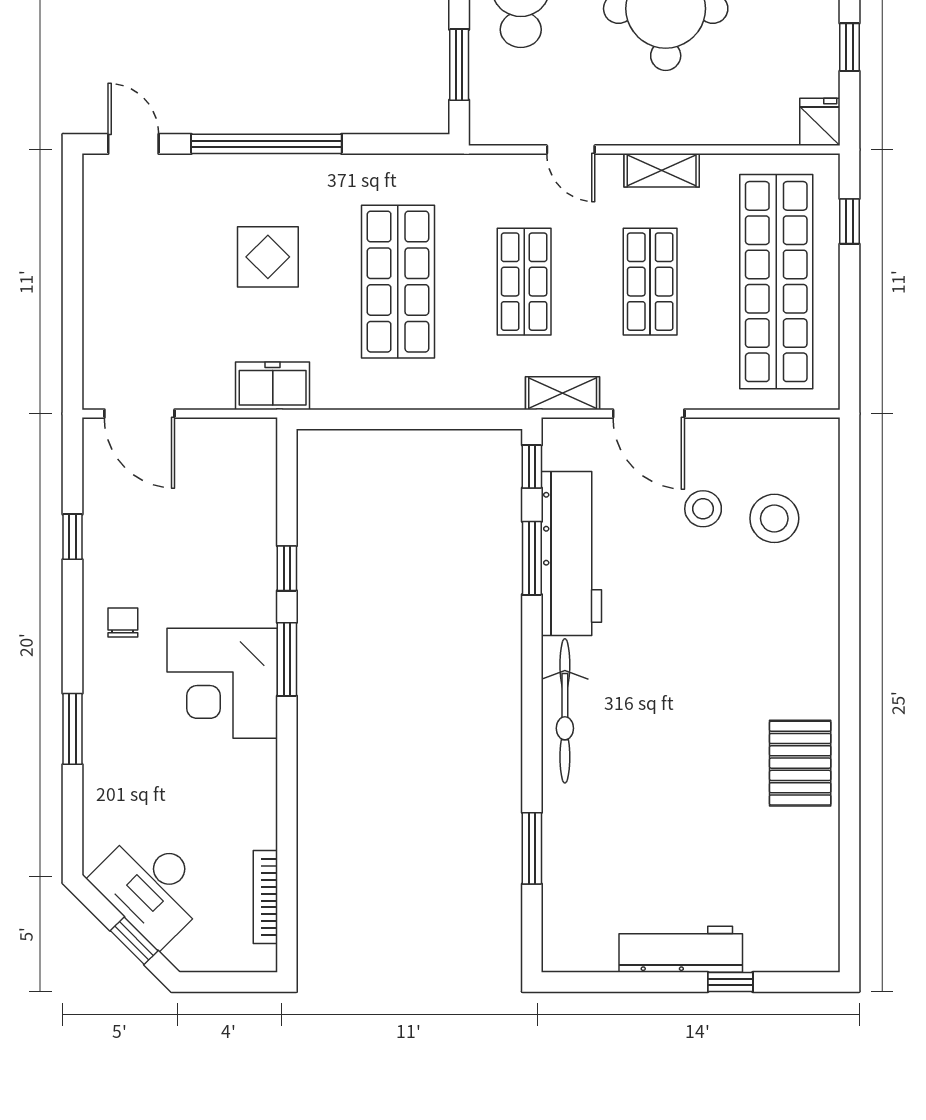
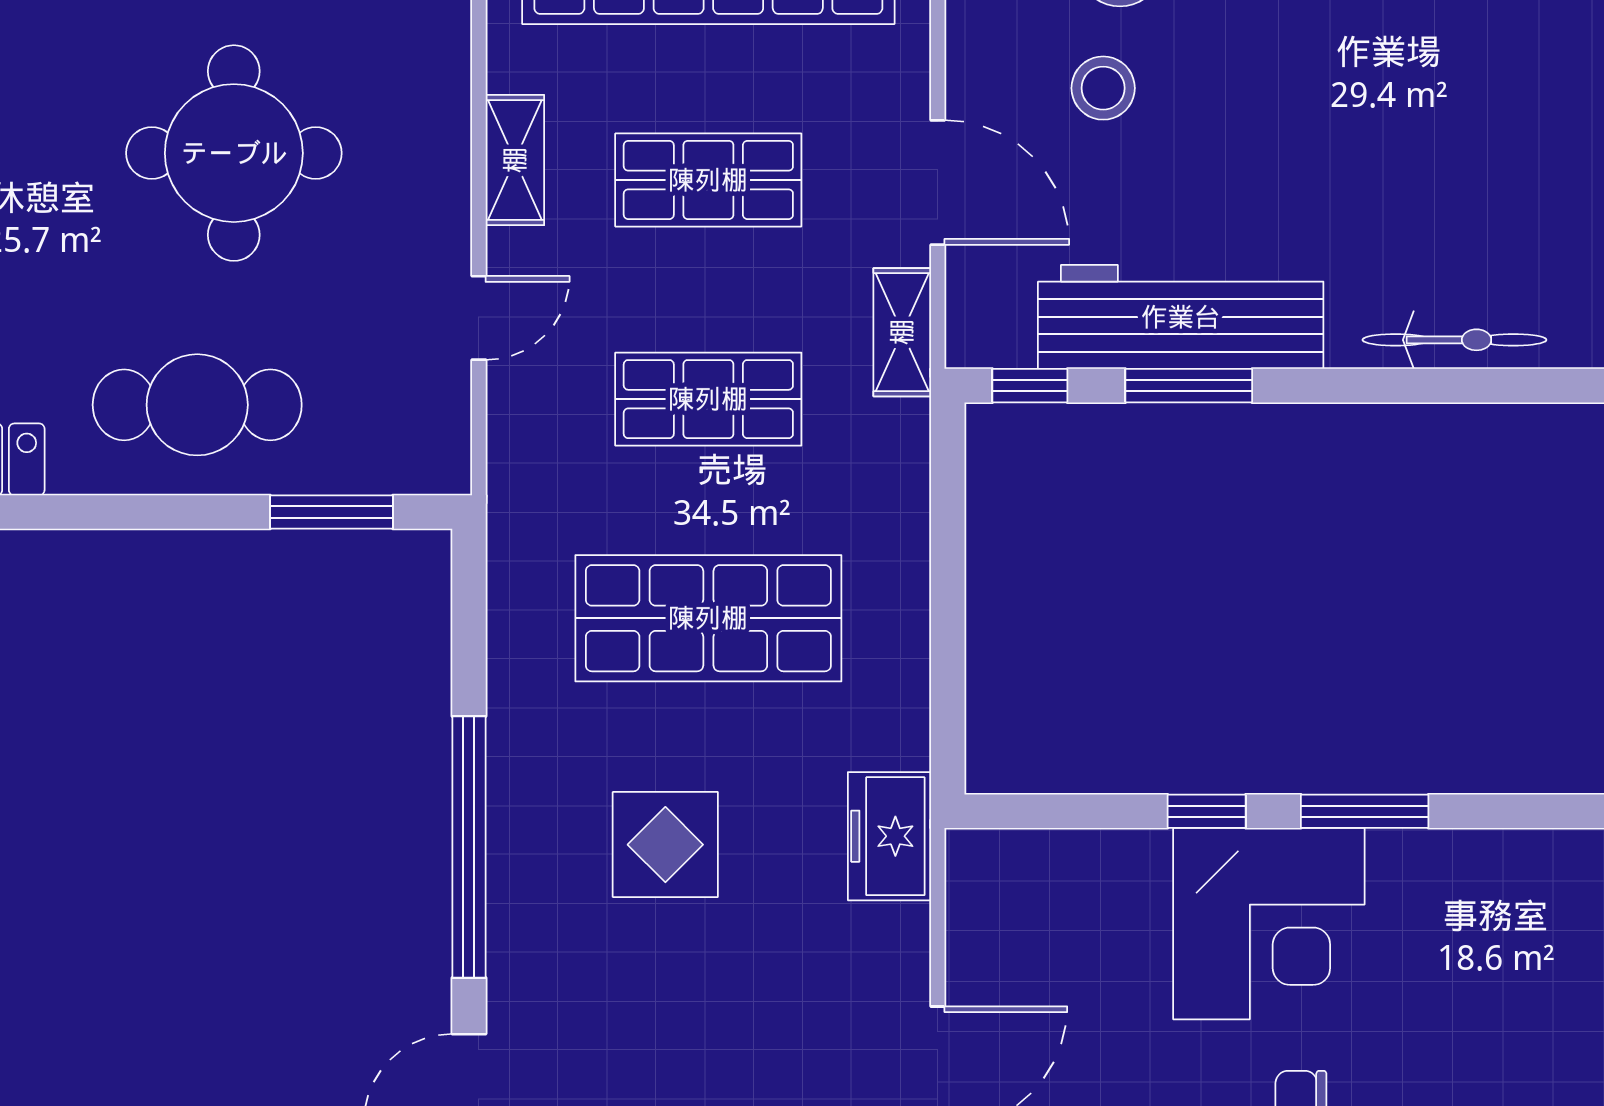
door: (649, 414) -> (938, 182), hinge flipped
corner desk: (222, 683) -> (1269, 924), moved
bicycle: (565, 711) -> (1454, 340), width x0.73, depth x0.71

